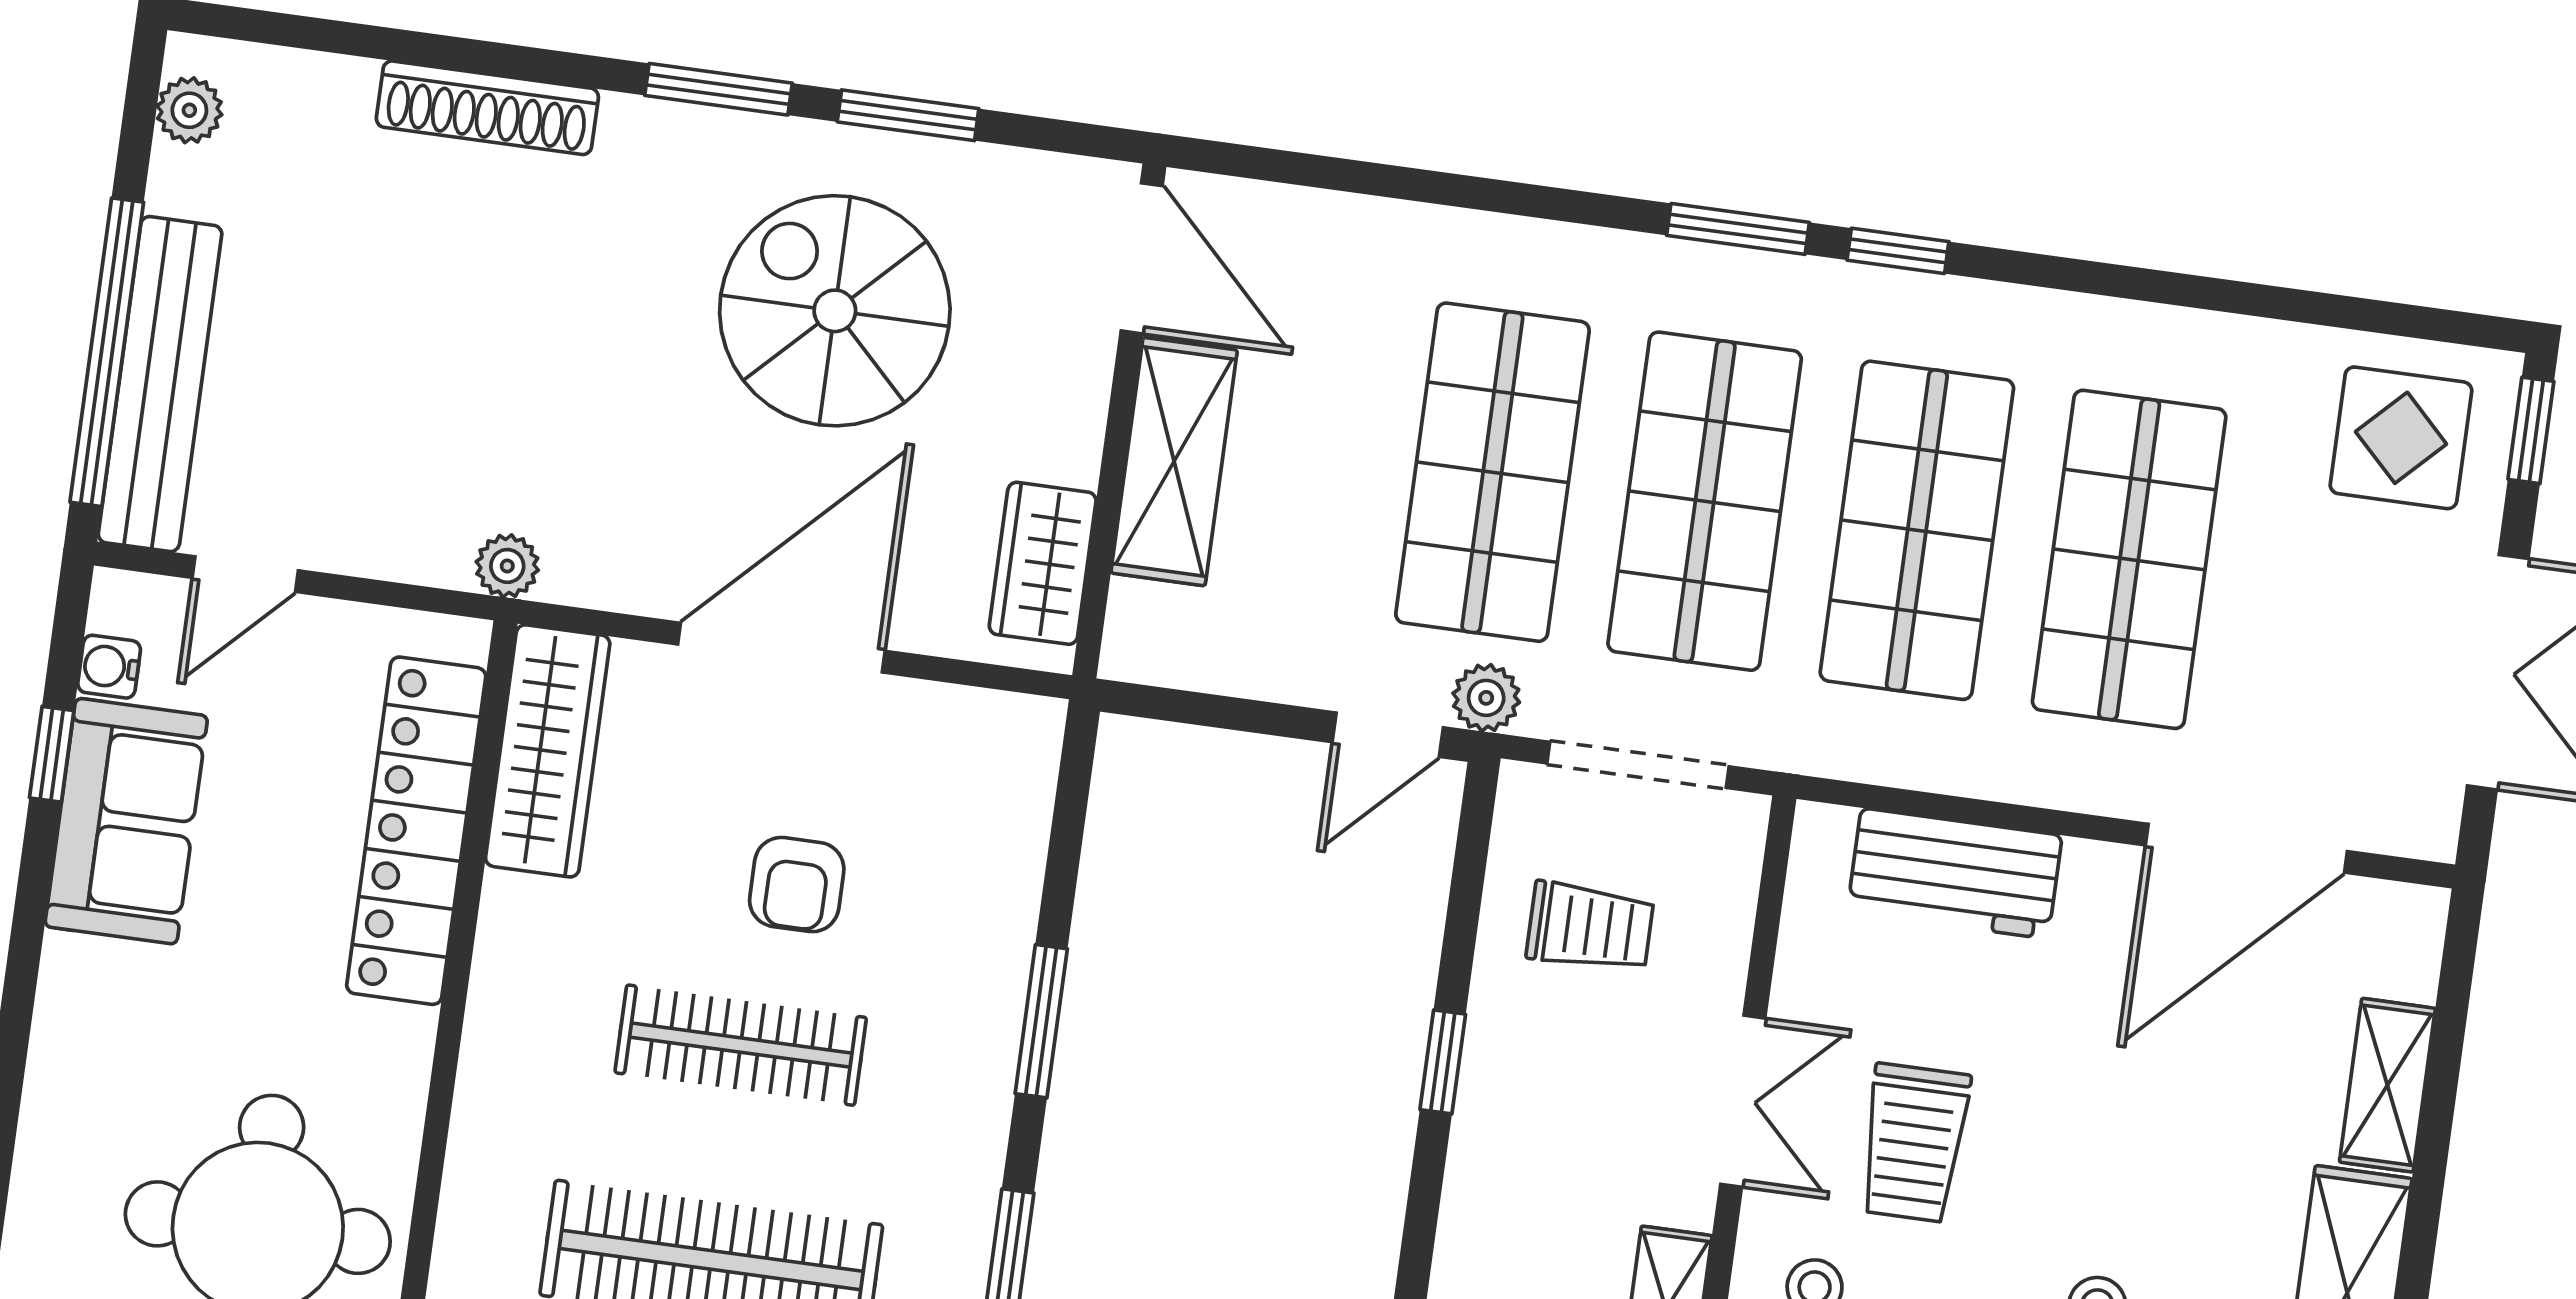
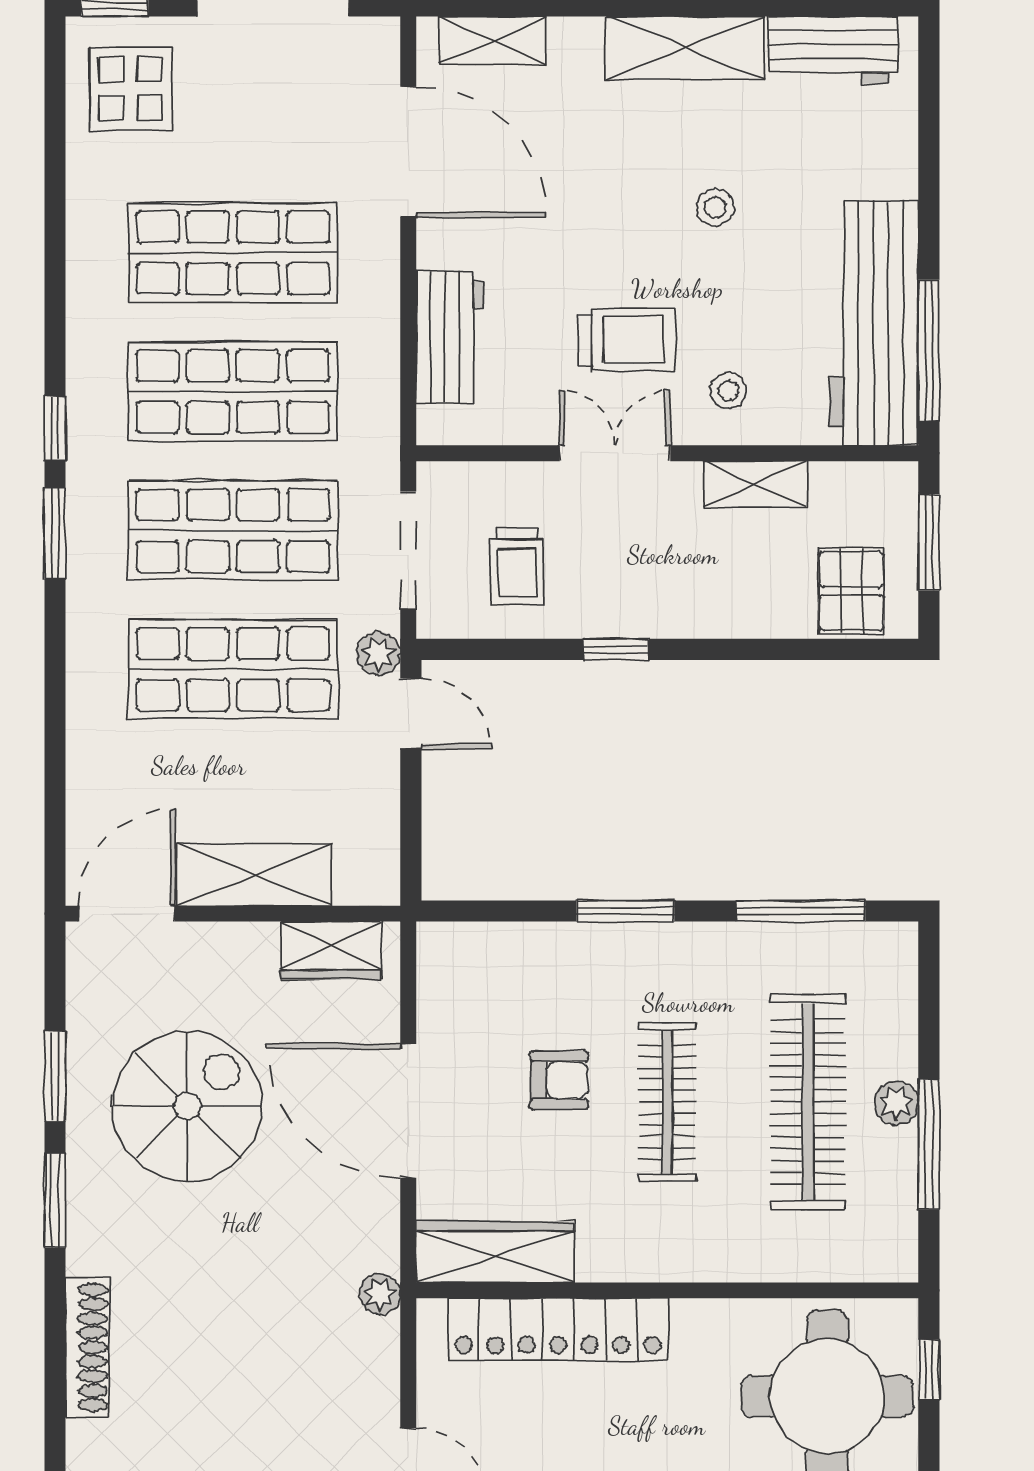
spiral stairs: (835, 311) -> (187, 1106), turned 180
trolley: (1590, 927) -> (517, 567), turned 180
shelving: (2387, 1085) -> (493, 40), moved

